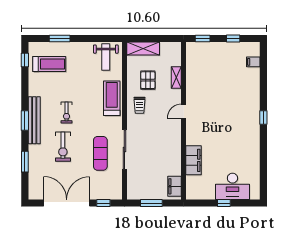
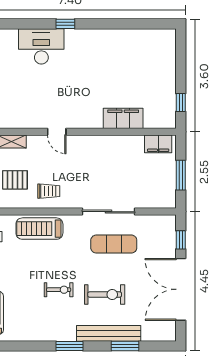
bench: (34, 120) -> (109, 333), moved
desk: (232, 186) -> (41, 46), moved, turned -90
window: (224, 203) -> (181, 102), moved

